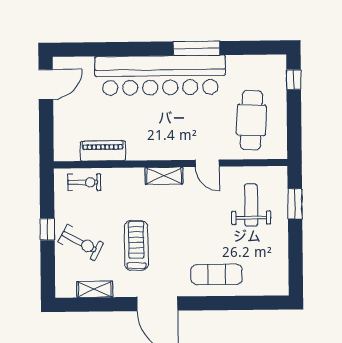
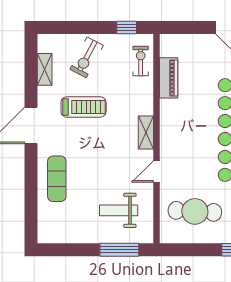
exercise bike: (84, 182) -> (141, 61), turned 180
window: (295, 204) -> (119, 250), width x1.44
weight bench: (251, 205) -> (119, 210), turned 180
window: (47, 229) -> (127, 27), moved

